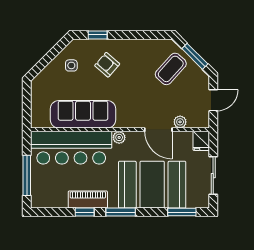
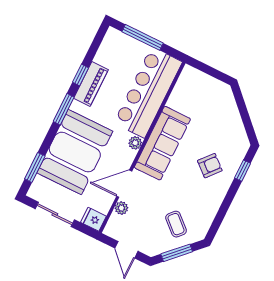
side table: (71, 65) -> (226, 131), removed
coffee table: (171, 69) -> (176, 224), width x0.73, depth x0.77
sofa: (83, 114) -> (162, 143), moved

